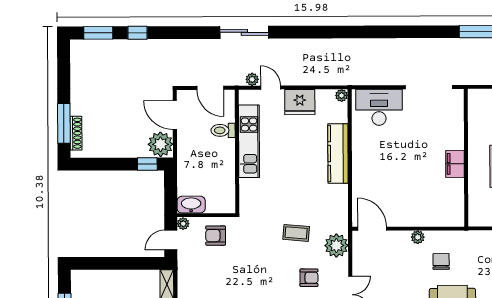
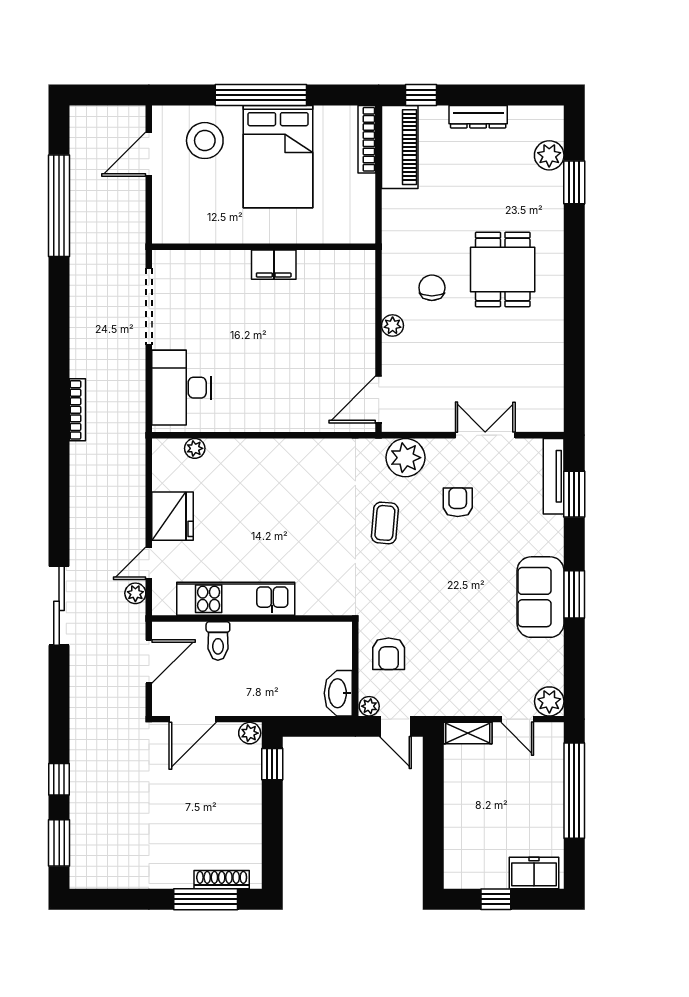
bookcase: (365, 43) -> (77, 410), added
plant: (342, 95) -> (195, 448), moved
plant: (160, 144) -> (250, 733), width x0.53, depth x0.53
kitchen counter: (338, 153) -> (256, 454), removed
chair: (441, 261) -> (432, 288), turned 90

